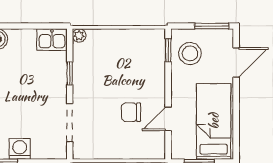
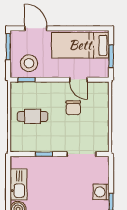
plant: (79, 35) -> (15, 147), removed
kitchen sink: (52, 40) -> (19, 184), moved, width x1.38
cafe table: (119, 58) -> (33, 117), added

